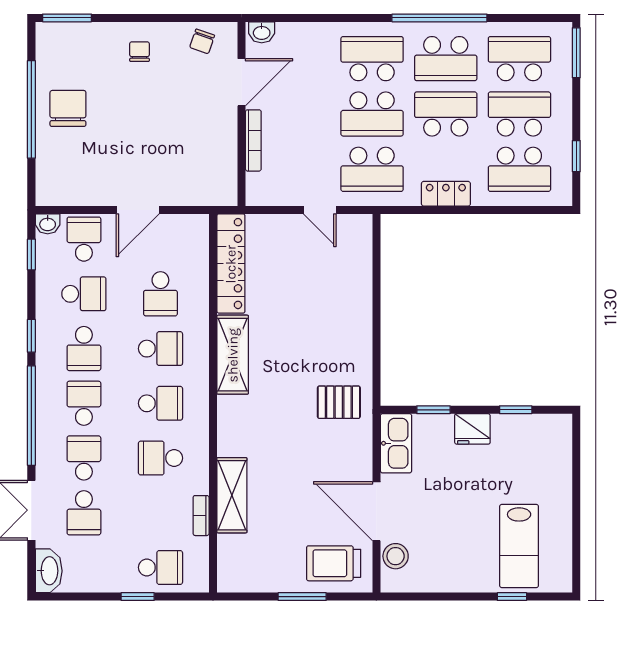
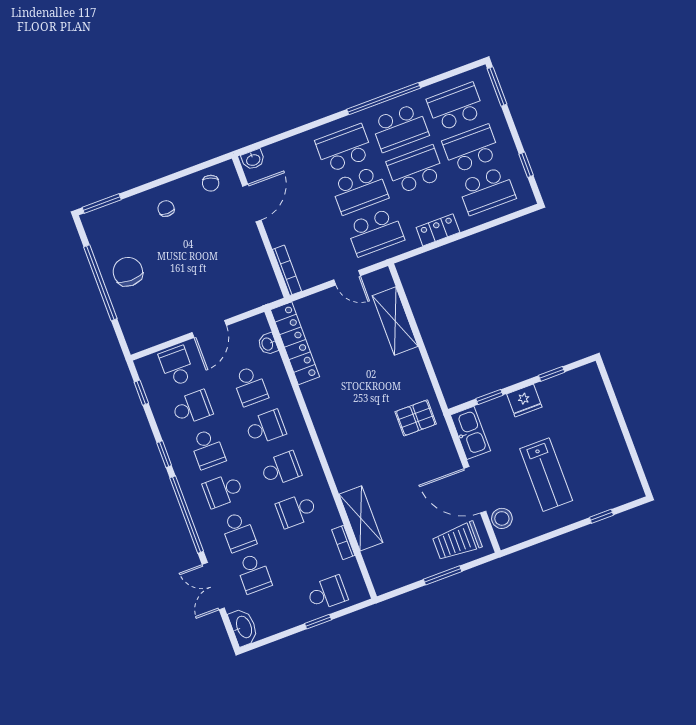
bookcase: (253, 140) -> (287, 270), moved
washbasin: (48, 224) -> (268, 344), moved, turned 90
shelving: (233, 355) -> (395, 321), moved
school desk: (84, 403) -> (223, 490), turned -90
school desk: (84, 458) -> (238, 532), turned 180
lab bench: (519, 546) -> (546, 475), moved

